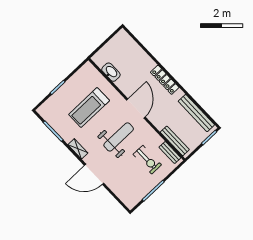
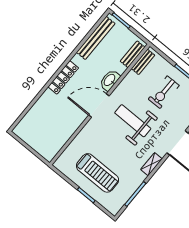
washbasin: (111, 72) -> (110, 80), moved
treadmill: (89, 108) -> (97, 173), moved
bench: (175, 141) -> (133, 54), width x0.73
exercise bike: (147, 160) -> (164, 92), moved, turned 180

